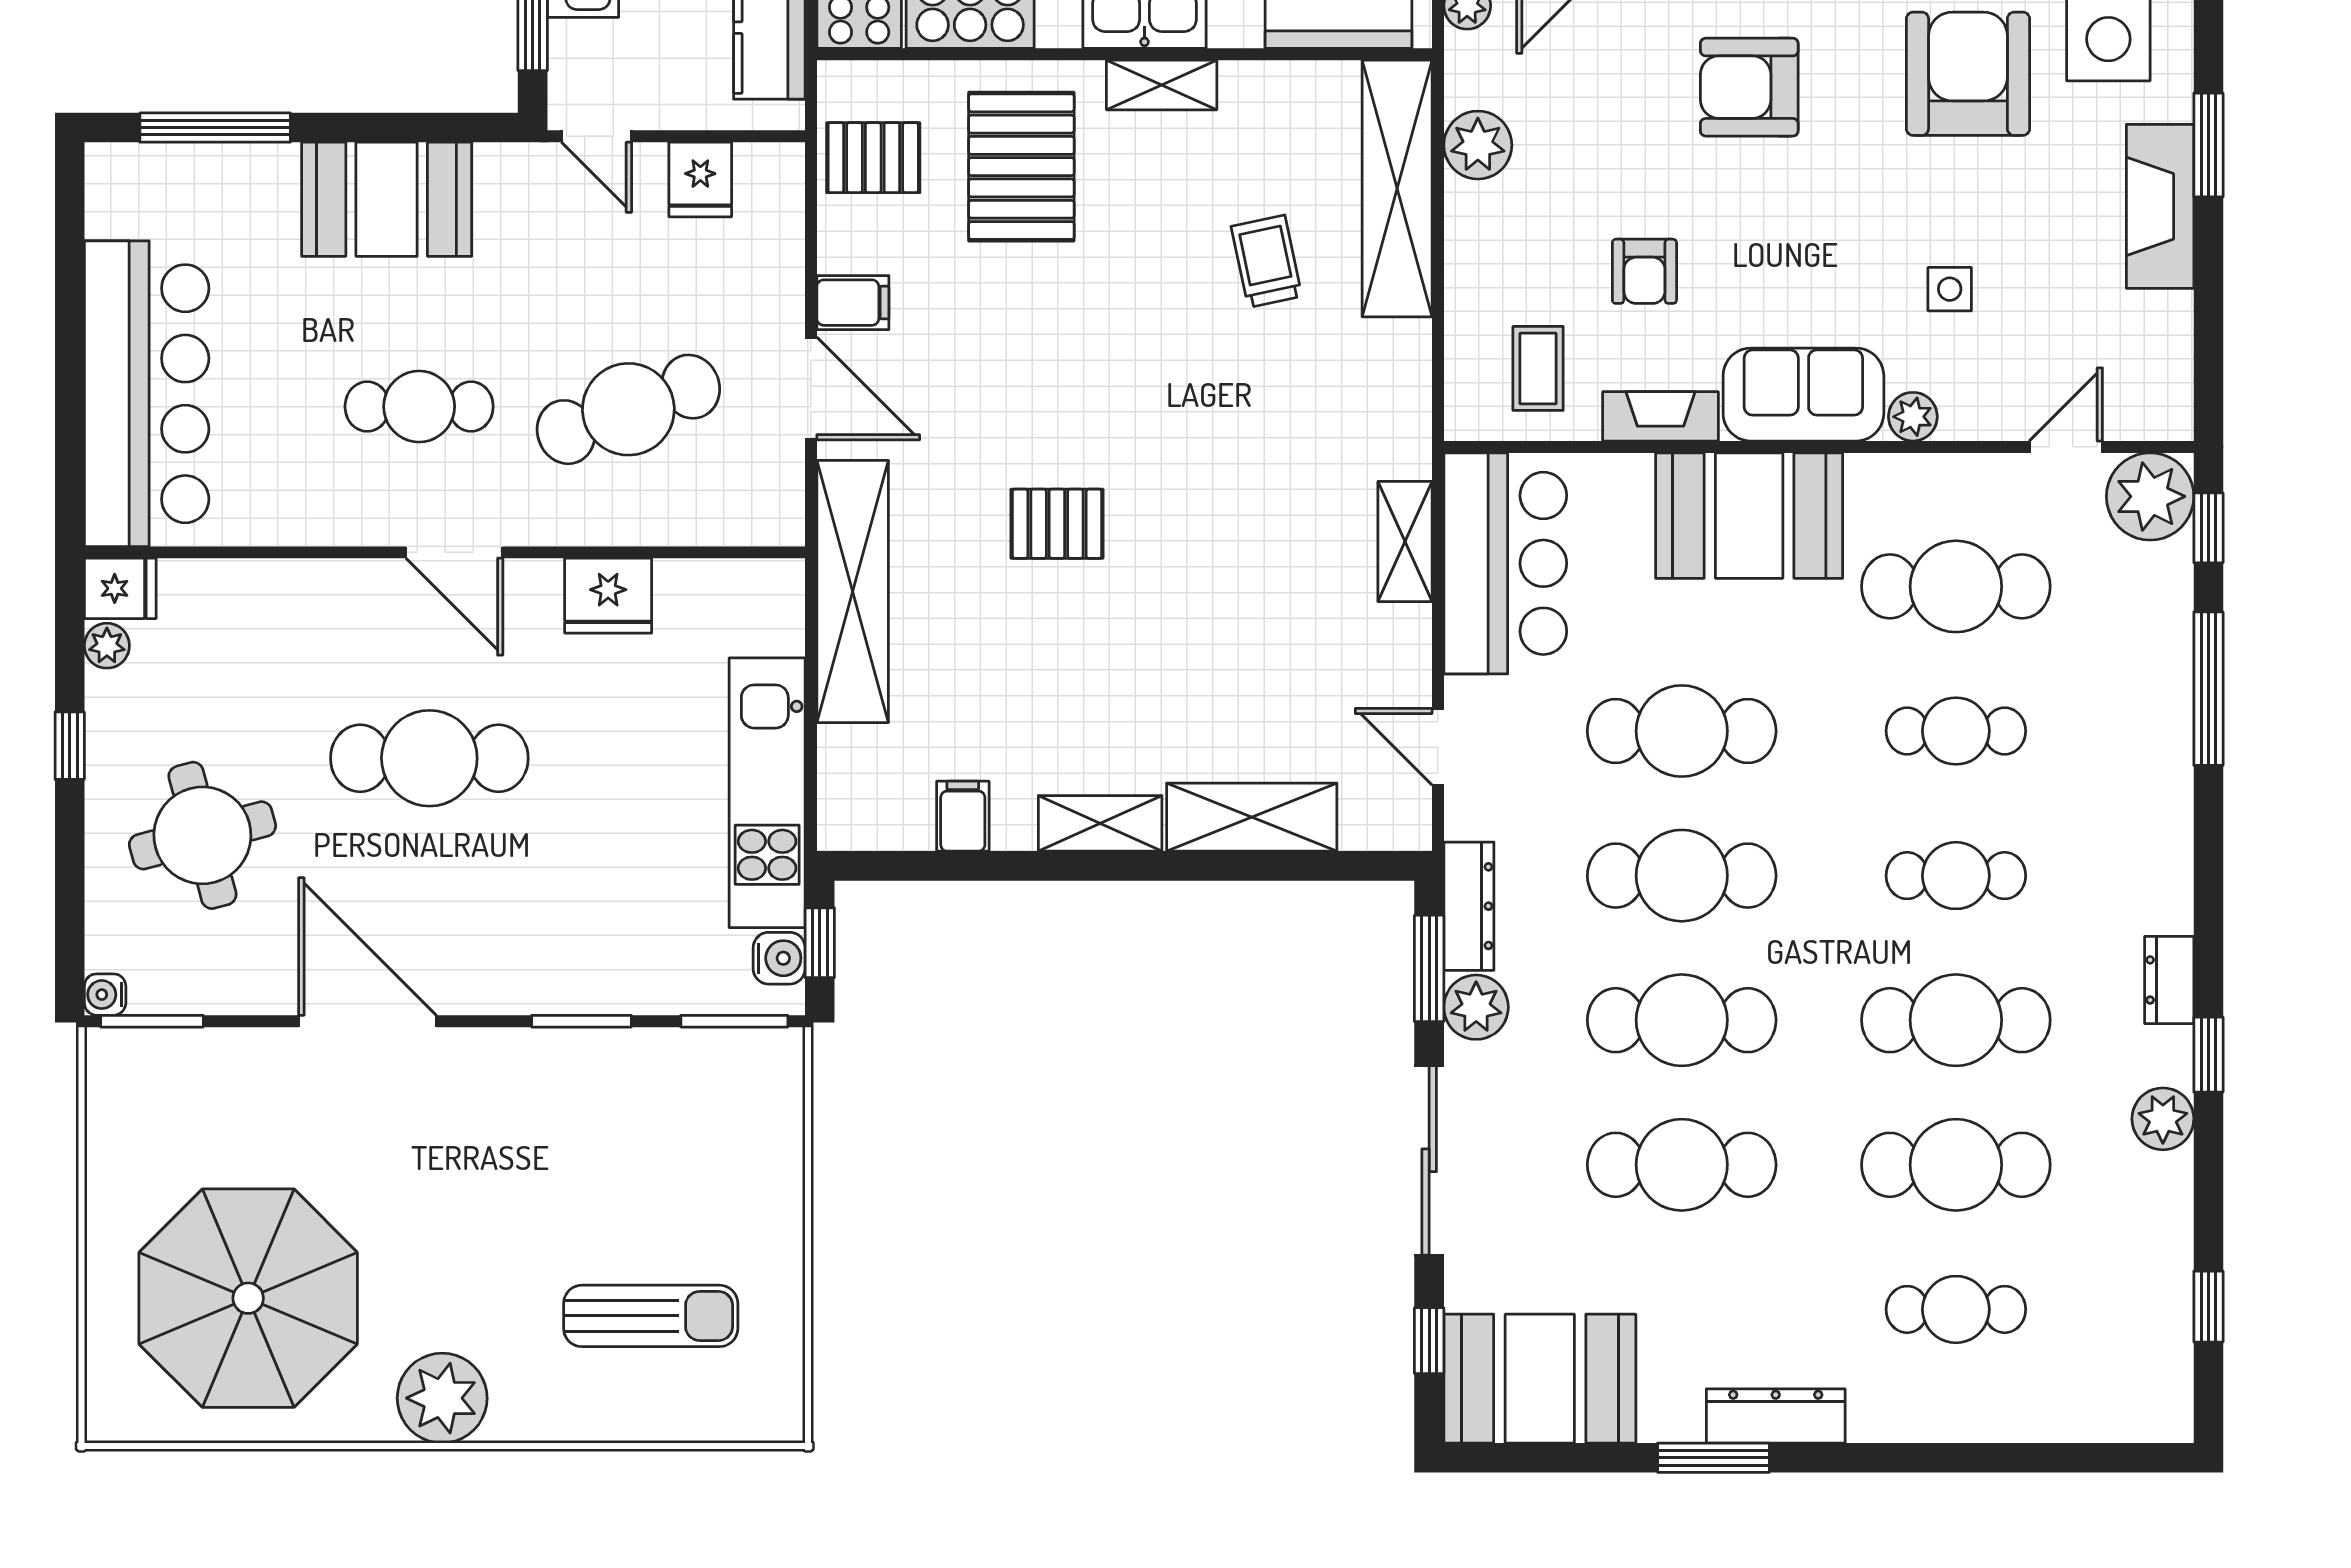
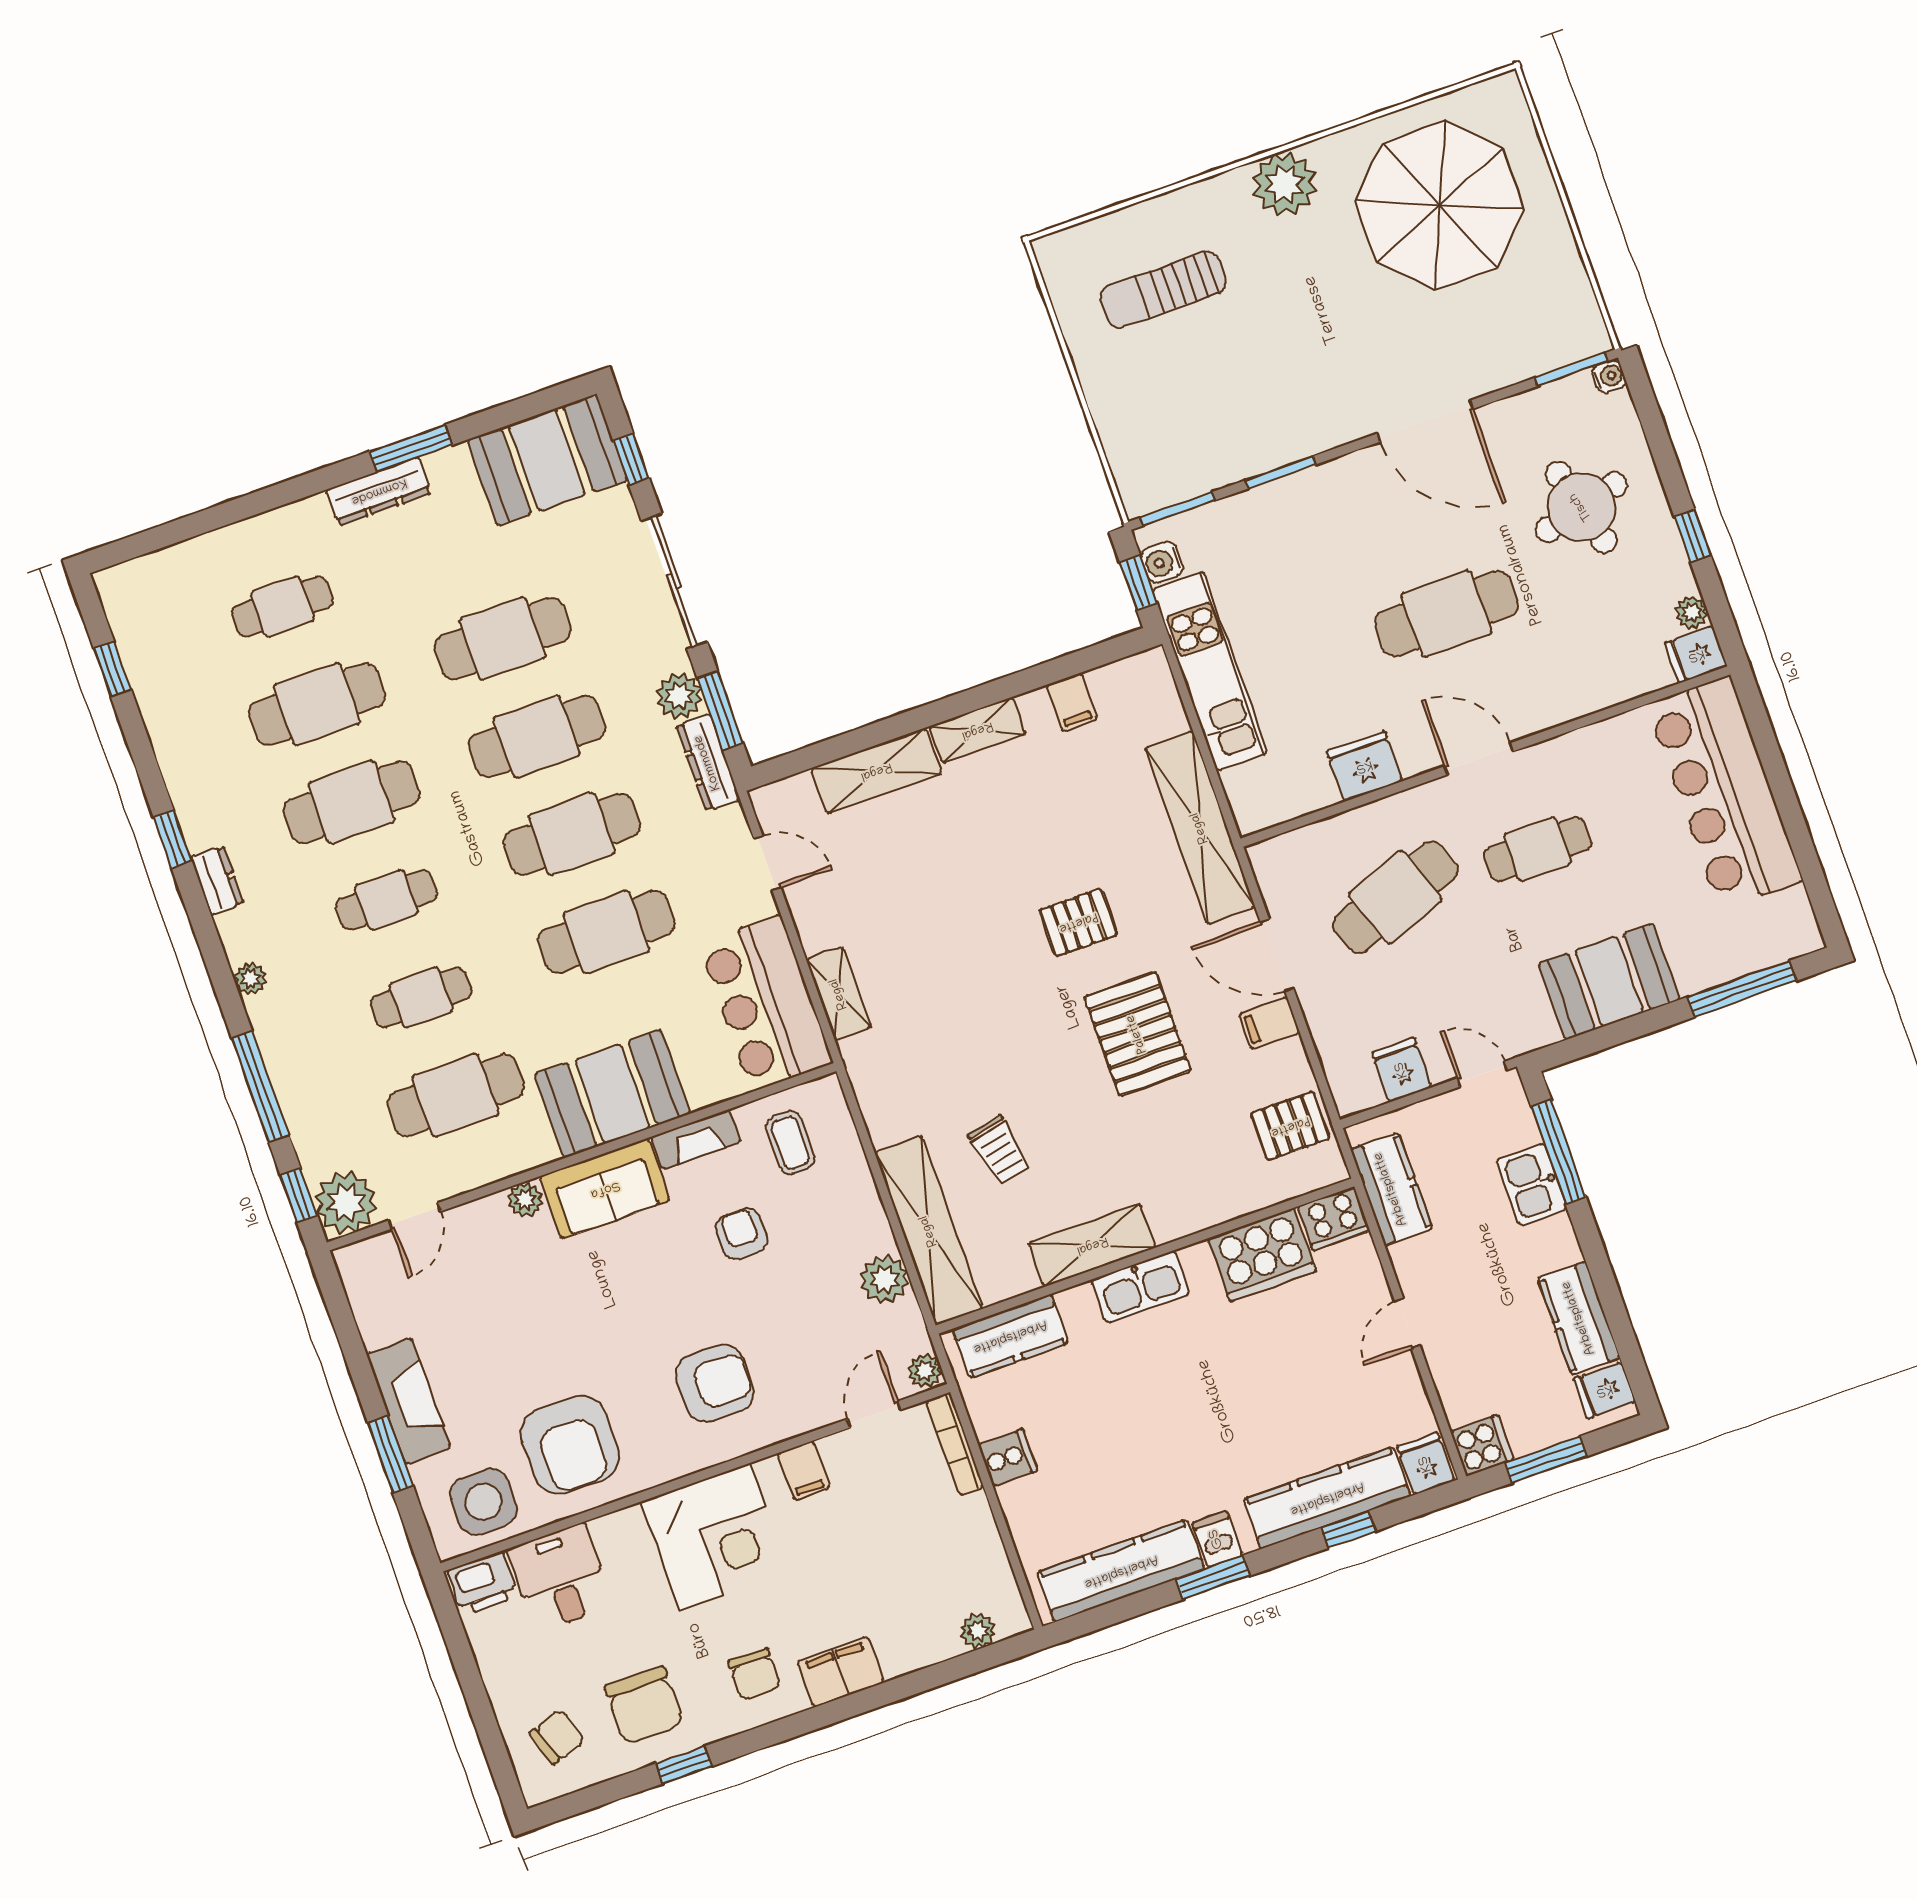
shelving: (1162, 85) -> (1092, 1245), width x1.50, depth x1.33
pallet: (1021, 167) -> (1137, 1034), moved
side table: (1950, 289) -> (531, 1295), removed
plant: (2163, 1119) -> (250, 979), moved, width x0.73, depth x0.73

